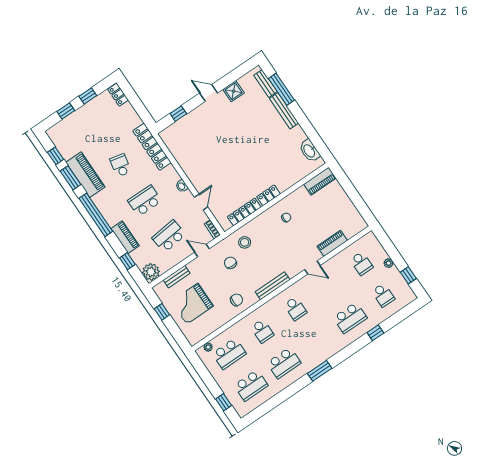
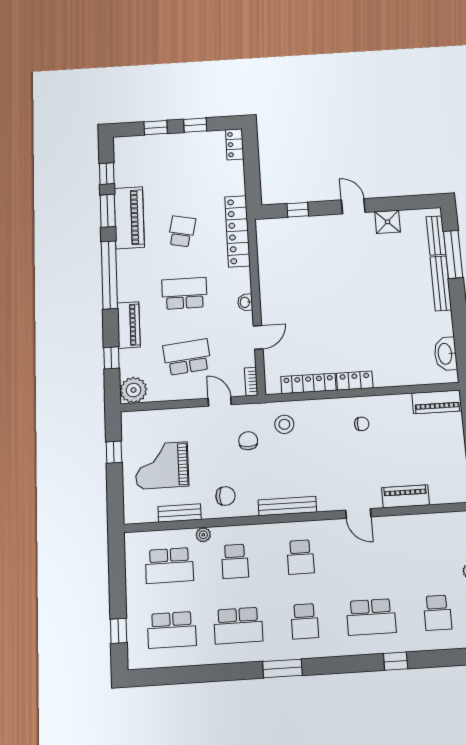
school desk: (361, 263) -> (305, 621), moved
bench: (177, 277) -> (180, 513), moved
plant: (208, 347) -> (203, 535), moved

